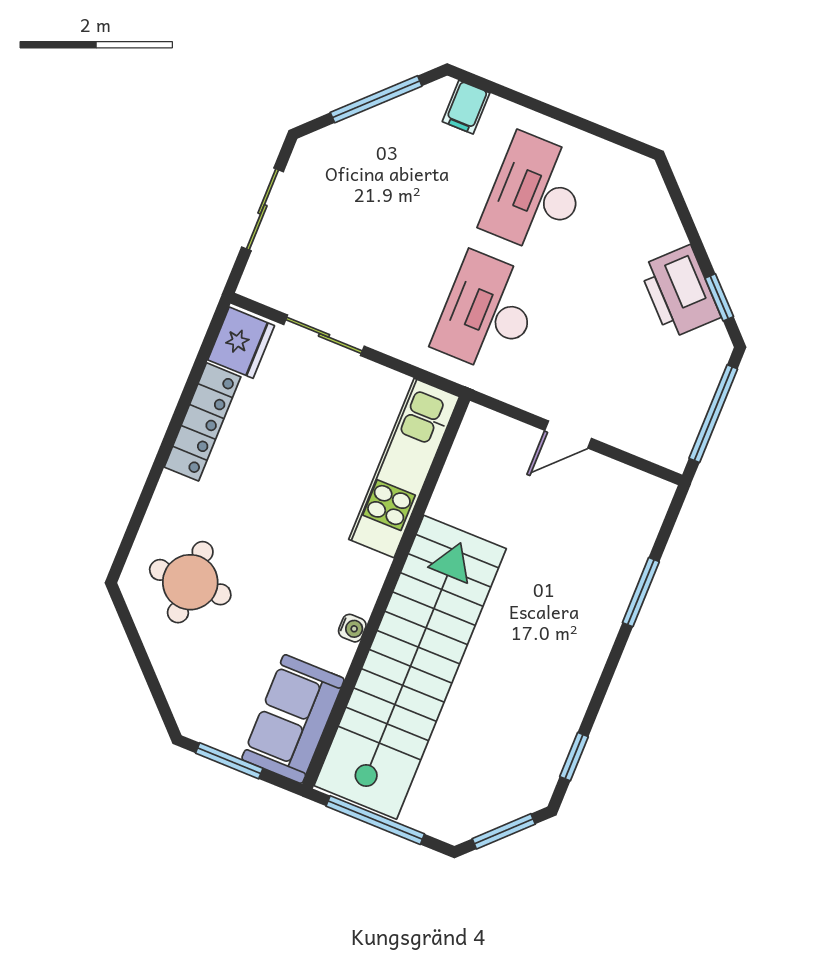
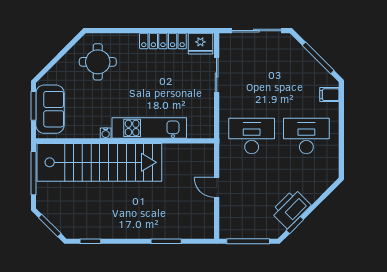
sliding door: (263, 209) -> (256, 31), width x1.37
kitchen unit: (404, 468) -> (149, 128), moved
sofa: (293, 719) -> (50, 109), moved, turned 90

